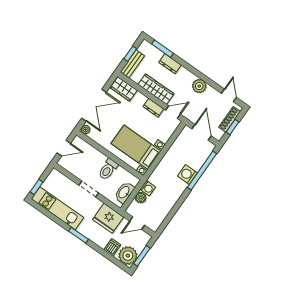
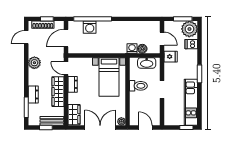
washing machine: (187, 174) -> (90, 27), moved
fridge: (108, 218) -> (171, 57), width x0.53, depth x0.75

